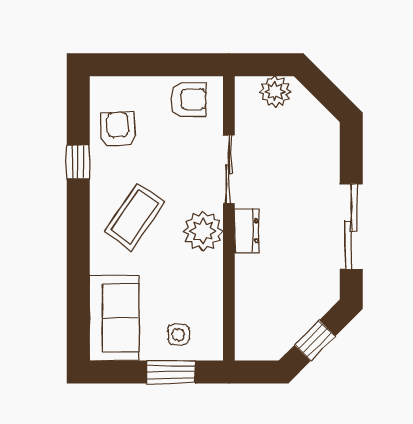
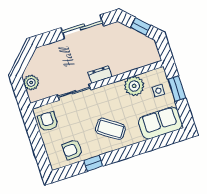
plant: (203, 231) -> (134, 86), moved

